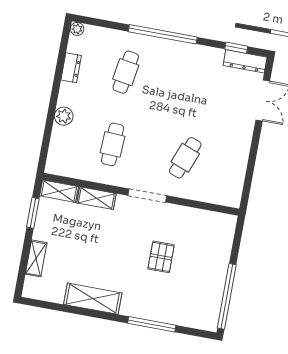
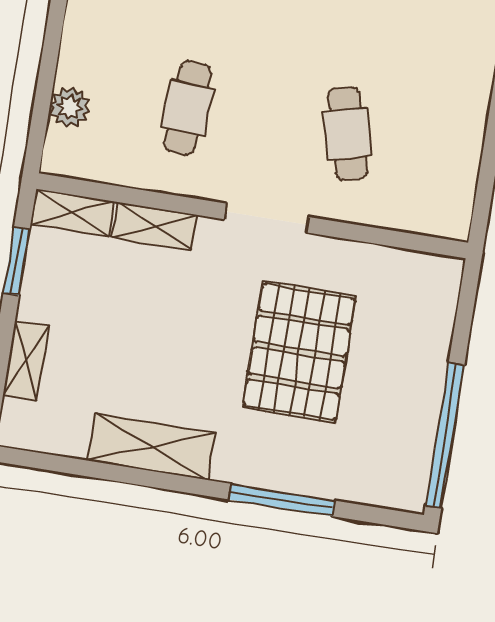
plant: (64, 116) -> (70, 107), moved
cafe table: (185, 158) -> (348, 134), turned -36
pallet: (161, 257) -> (299, 352), width x2.05, depth x2.00

